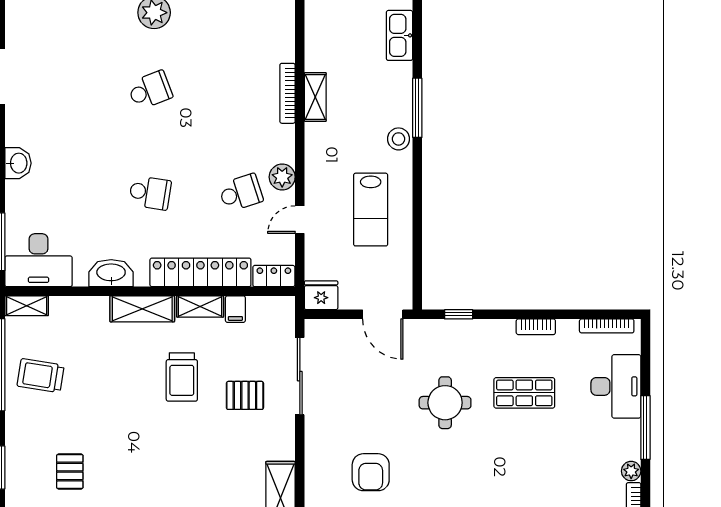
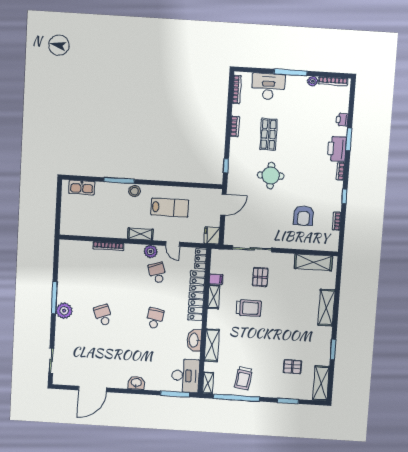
shelving: (315, 97) -> (141, 234), moved
shelving: (142, 309) -> (212, 345), moved
armchair: (371, 472) -> (304, 216), turned 90

